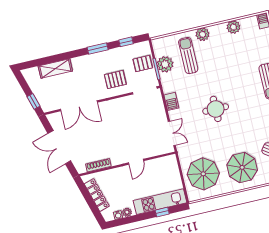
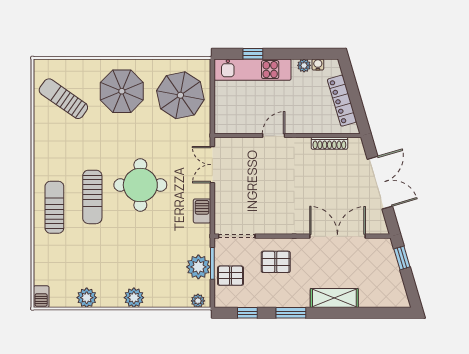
plant: (160, 42) -> (198, 301), added
sun lounger: (188, 56) -> (92, 197), moved
shelving: (55, 69) -> (334, 298), moved
round table: (216, 109) -> (140, 185), width x1.36, depth x1.36

